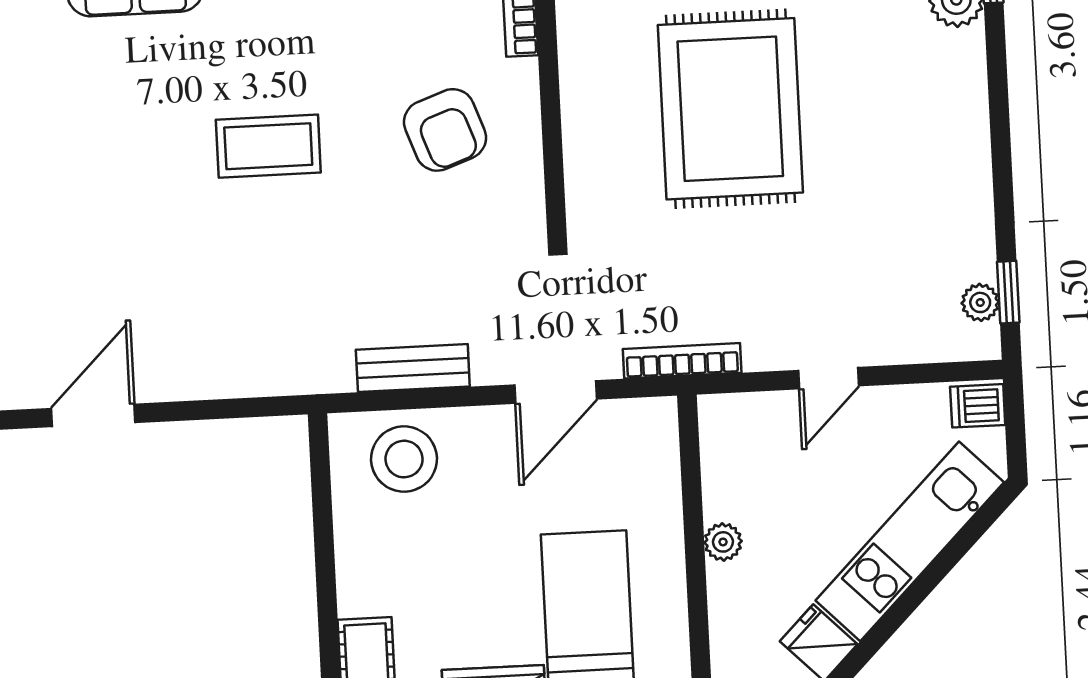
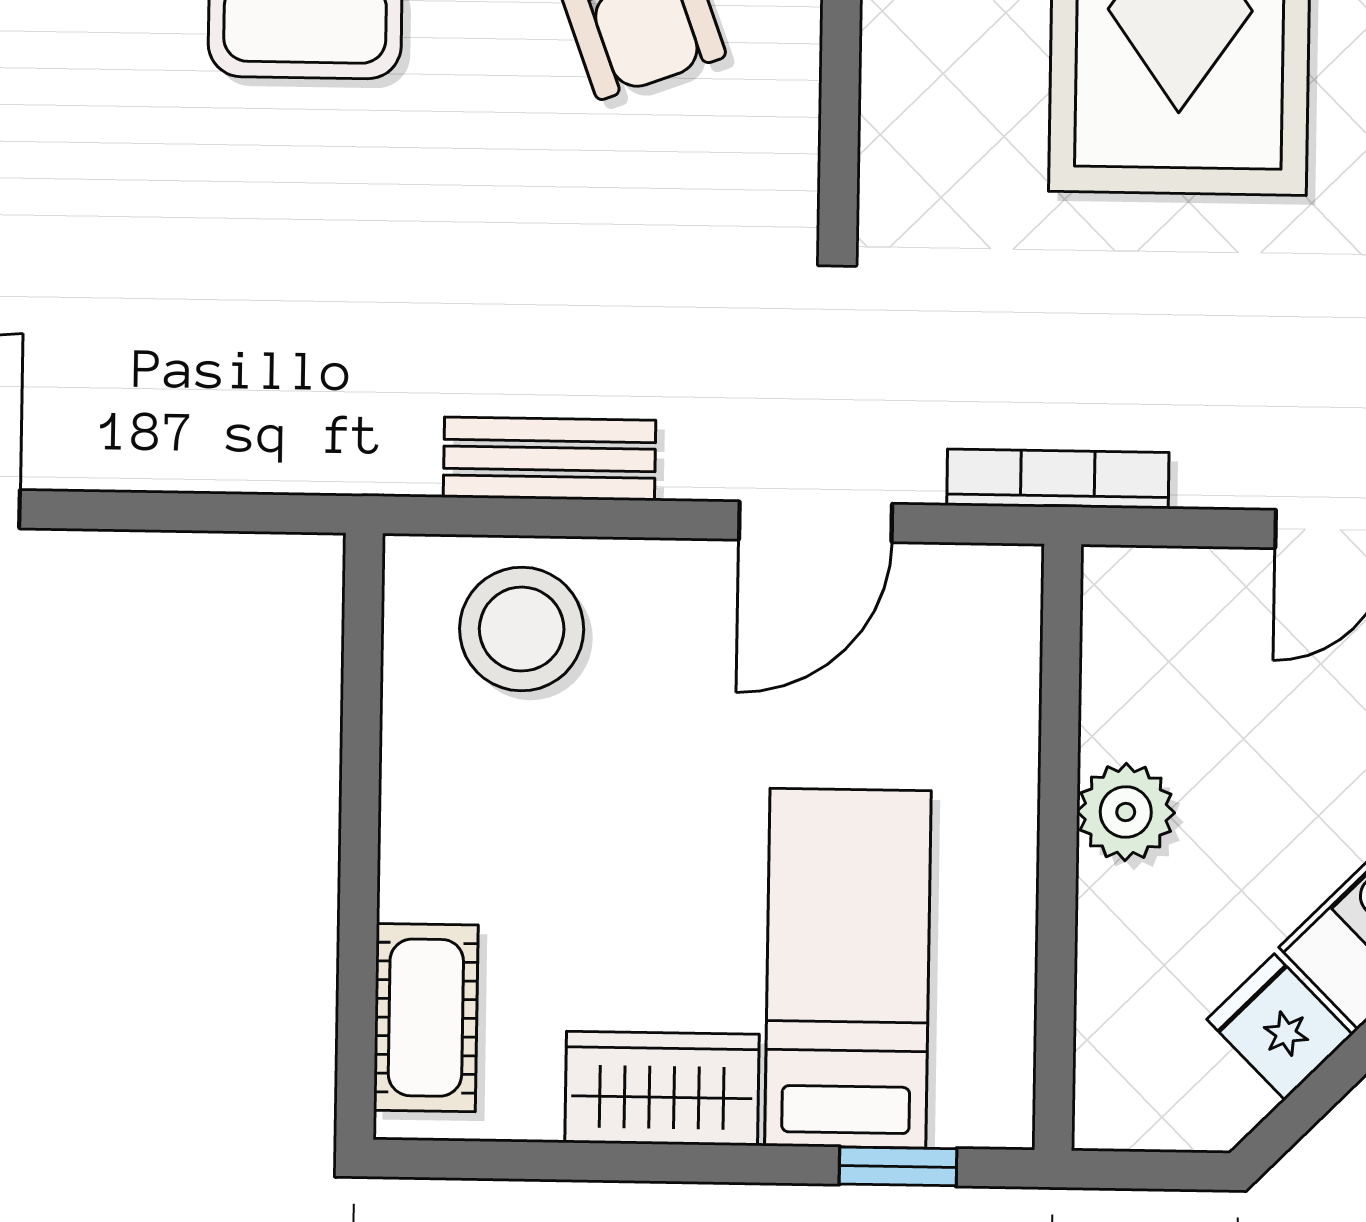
plant: (723, 542) -> (1126, 812), width x1.38, depth x1.38

